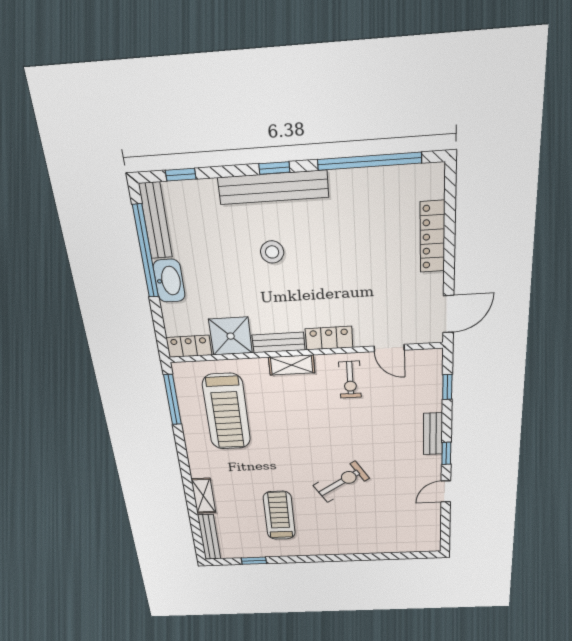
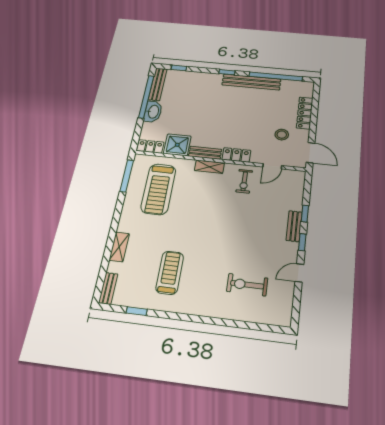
bench: (273, 187) -> (251, 82), moved
stool: (272, 252) -> (282, 135), moved
door: (448, 314) -> (311, 153), hinge flipped
door: (389, 348) -> (272, 166), hinge flipped
window: (447, 387) -> (305, 214), moved
exercise bike: (341, 482) -> (247, 285), moved, turned -148
bench: (209, 537) -> (108, 288), width x0.73

